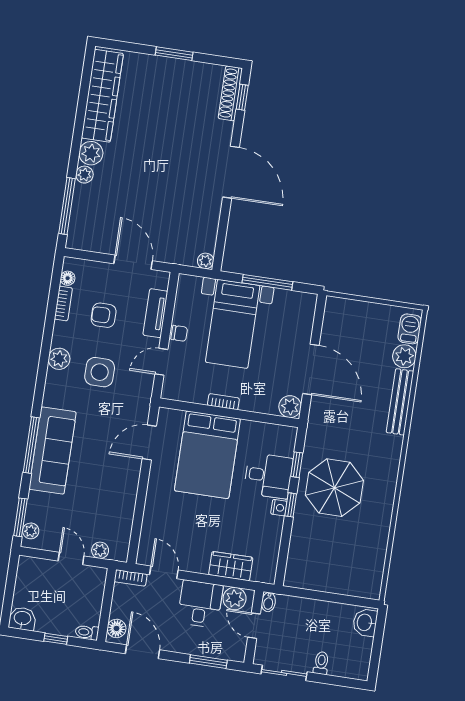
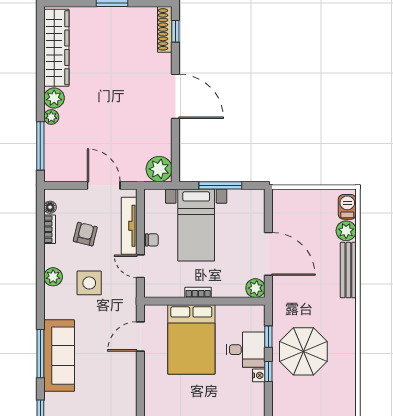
plant: (206, 261) -> (159, 169), width x1.88, depth x1.88
tv unit: (155, 313) -> (129, 226), width x1.41
armchair: (104, 315) -> (85, 234), turned 104
door: (161, 362) -> (140, 266), hinge flipped

